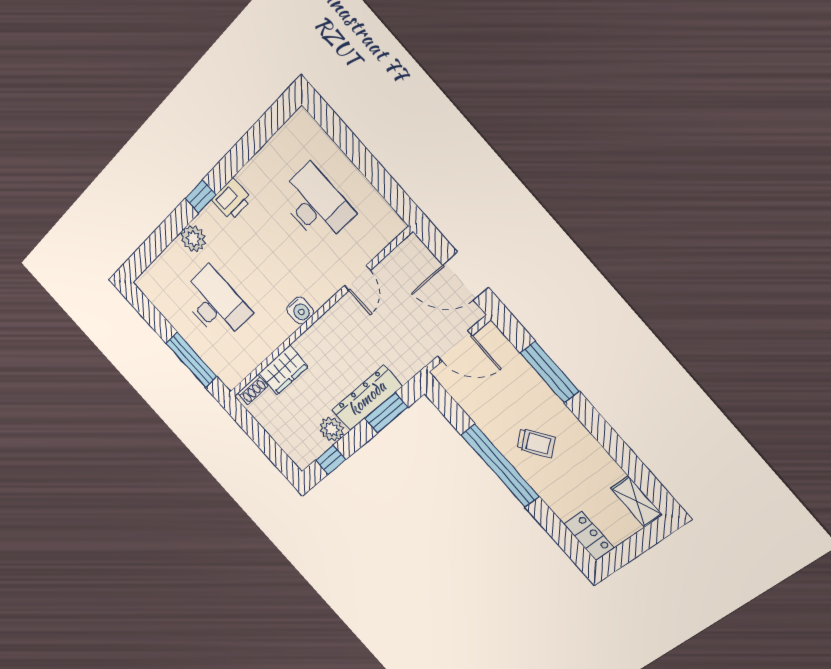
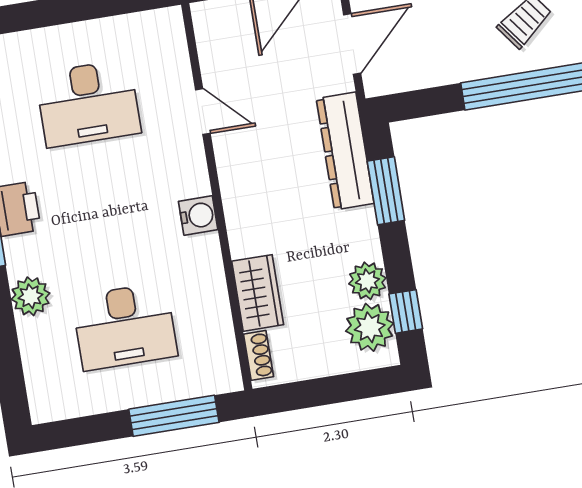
desk: (316, 205) -> (88, 103), turned 180
desk: (215, 304) -> (125, 326), turned 180
dresser: (367, 398) -> (345, 151), moved
plant: (309, 444) -> (370, 327), added

